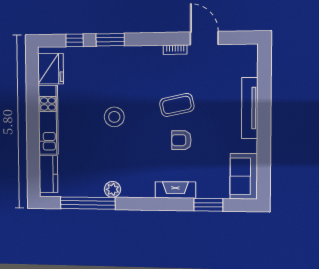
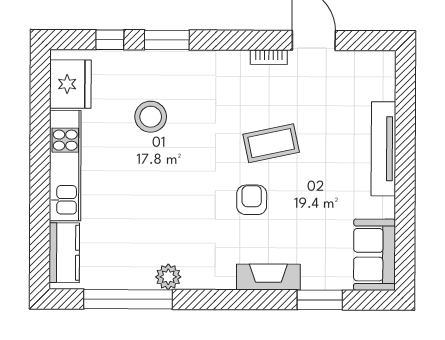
stool: (114, 117) -> (151, 117), moved
armchair: (181, 140) -> (252, 200), moved, turned 90

